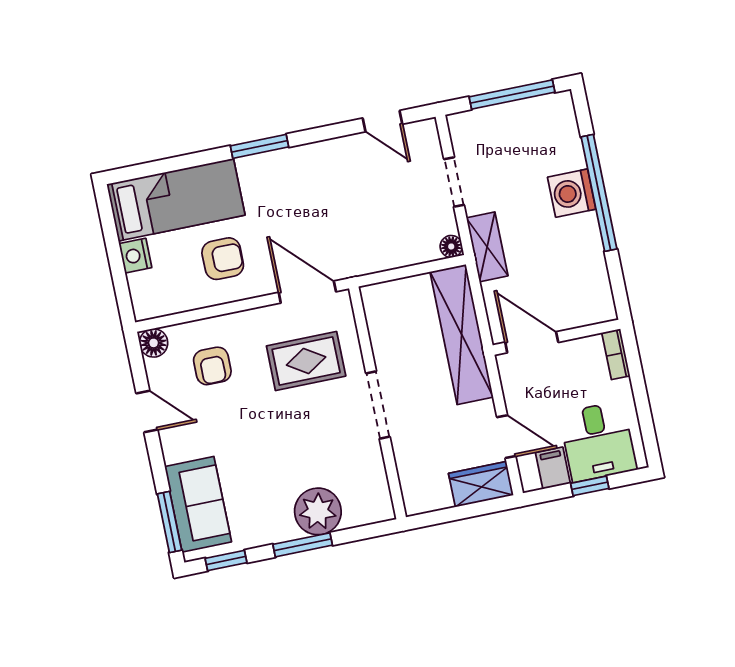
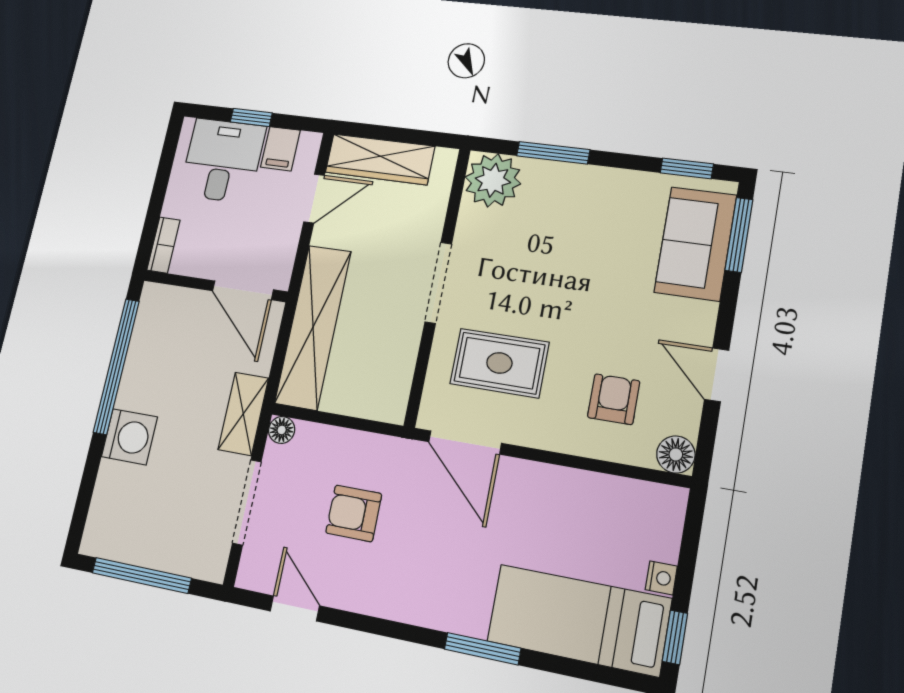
window: (259, 146) -> (483, 649), moved
doorway: (454, 182) -> (247, 502), width x1.38
window: (599, 193) -> (116, 366), moved
window: (107, 216) -> (675, 637), added
nightstand: (135, 256) -> (661, 578), width x0.72, depth x0.74
armchair: (223, 259) -> (354, 513), moved
door: (506, 437) -> (314, 199), swing flipped
wardrobe: (481, 484) -> (380, 159), width x1.50
plant: (318, 511) -> (493, 180), moved
window: (303, 545) -> (553, 153), moved

